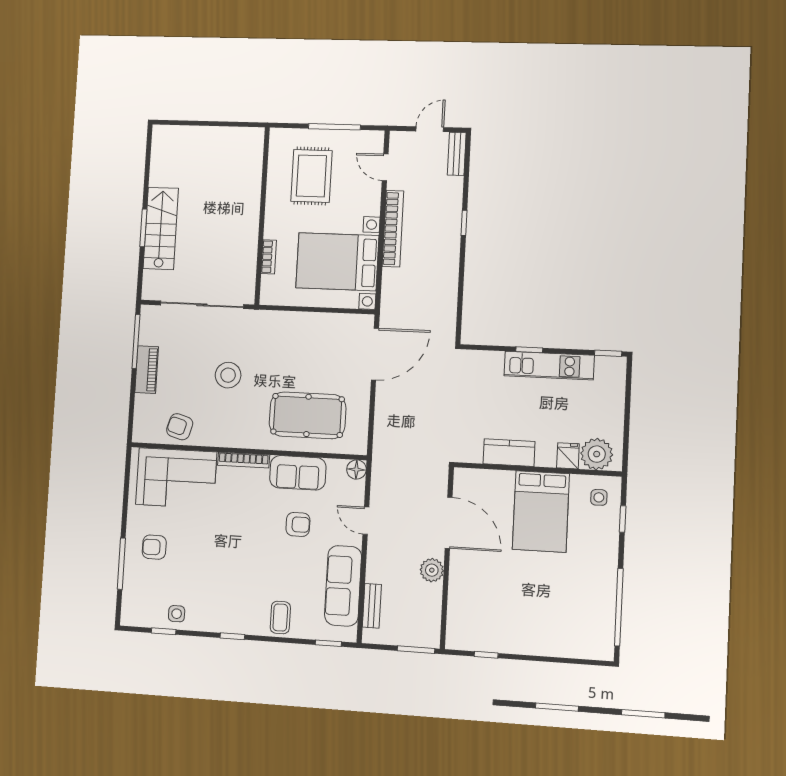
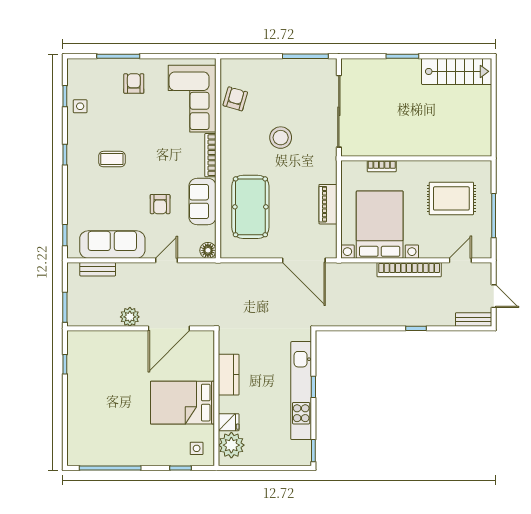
stairs: (161, 228) -> (457, 71), moved
kitchen unit: (549, 366) -> (301, 391), width x1.36
piano: (147, 370) -> (328, 204), moved, turned 90
coffee table: (280, 617) -> (112, 159), moved

